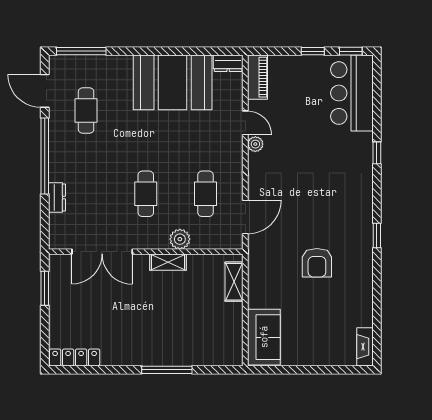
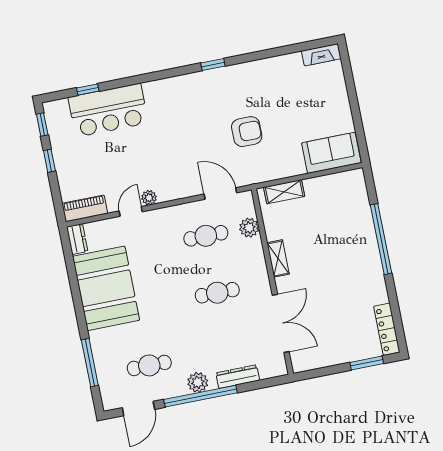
window: (81, 51) -> (90, 363), moved
bar counter: (352, 93) -> (108, 110), moved
window: (377, 153) -> (88, 89), moved
plant: (59, 156) -> (198, 382), added
dresser: (57, 198) -> (238, 377), width x1.44
plant: (180, 239) -> (249, 228), moved
armchair: (317, 263) -> (247, 132), moved
window: (45, 288) -> (367, 363), moved
window: (167, 370) -> (381, 239), width x1.46

